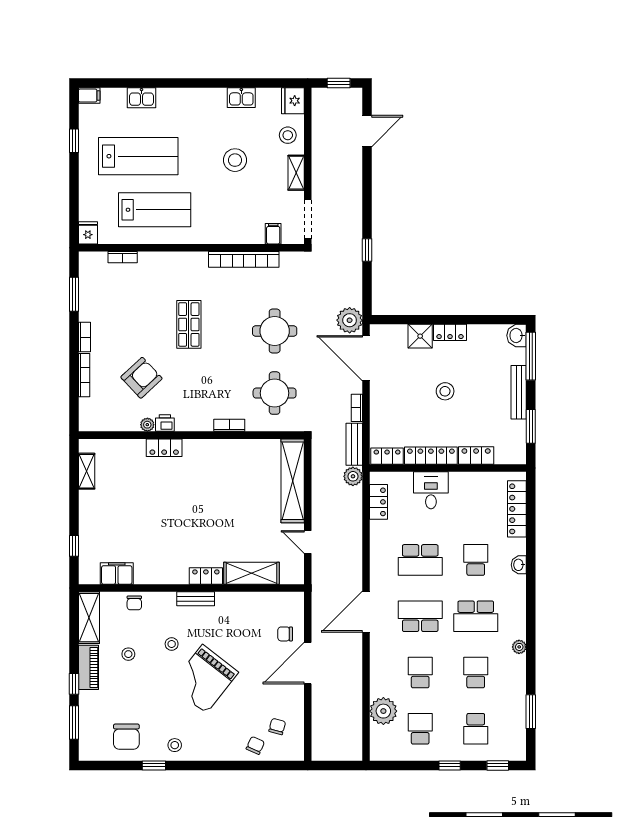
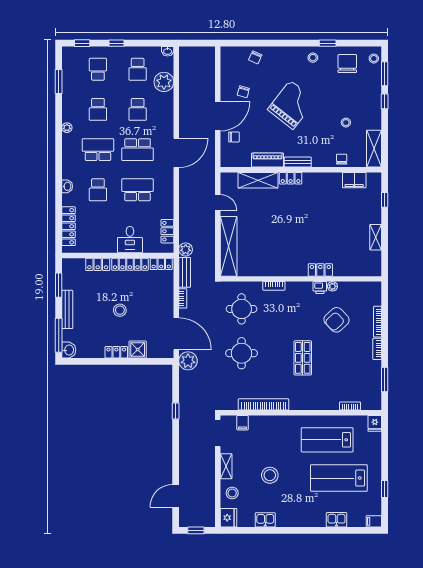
shelving: (87, 471) -> (376, 237), moved
stool: (172, 644) -> (374, 59), moved
piano: (88, 667) -> (267, 160), moved, turned 90
chair: (277, 726) -> (243, 92), moved
washbasin: (378, 754) -> (168, 51), added

